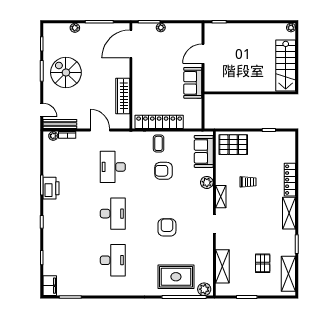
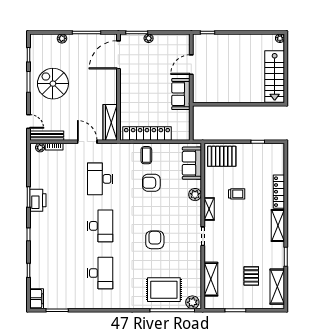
wardrobe: (123, 96) -> (110, 122), moved

